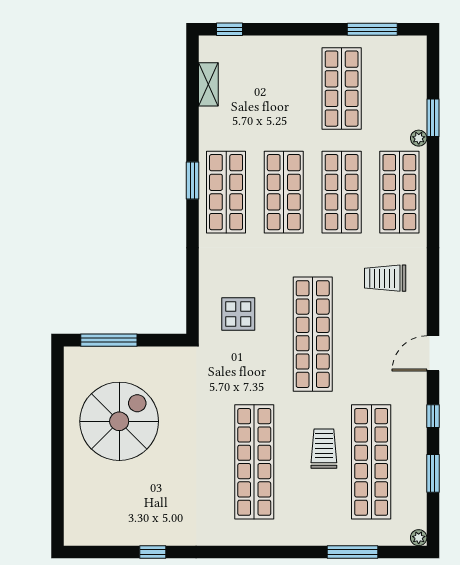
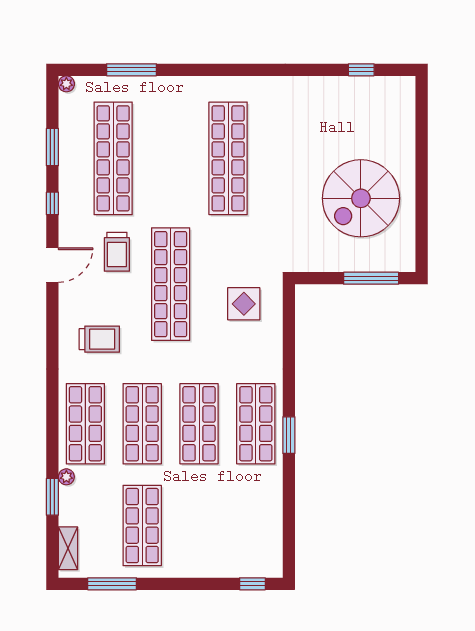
shelving: (208, 84) -> (68, 548), moved
trolley: (324, 449) -> (117, 252), moved
window: (153, 552) -> (361, 70), moved

